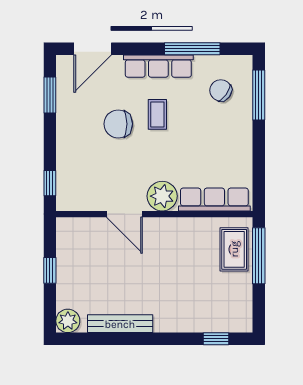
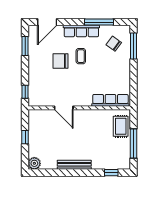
plant: (162, 196) -> (83, 99), removed
window: (259, 256) -> (134, 144), moved
bench: (120, 324) -> (74, 165), moved

